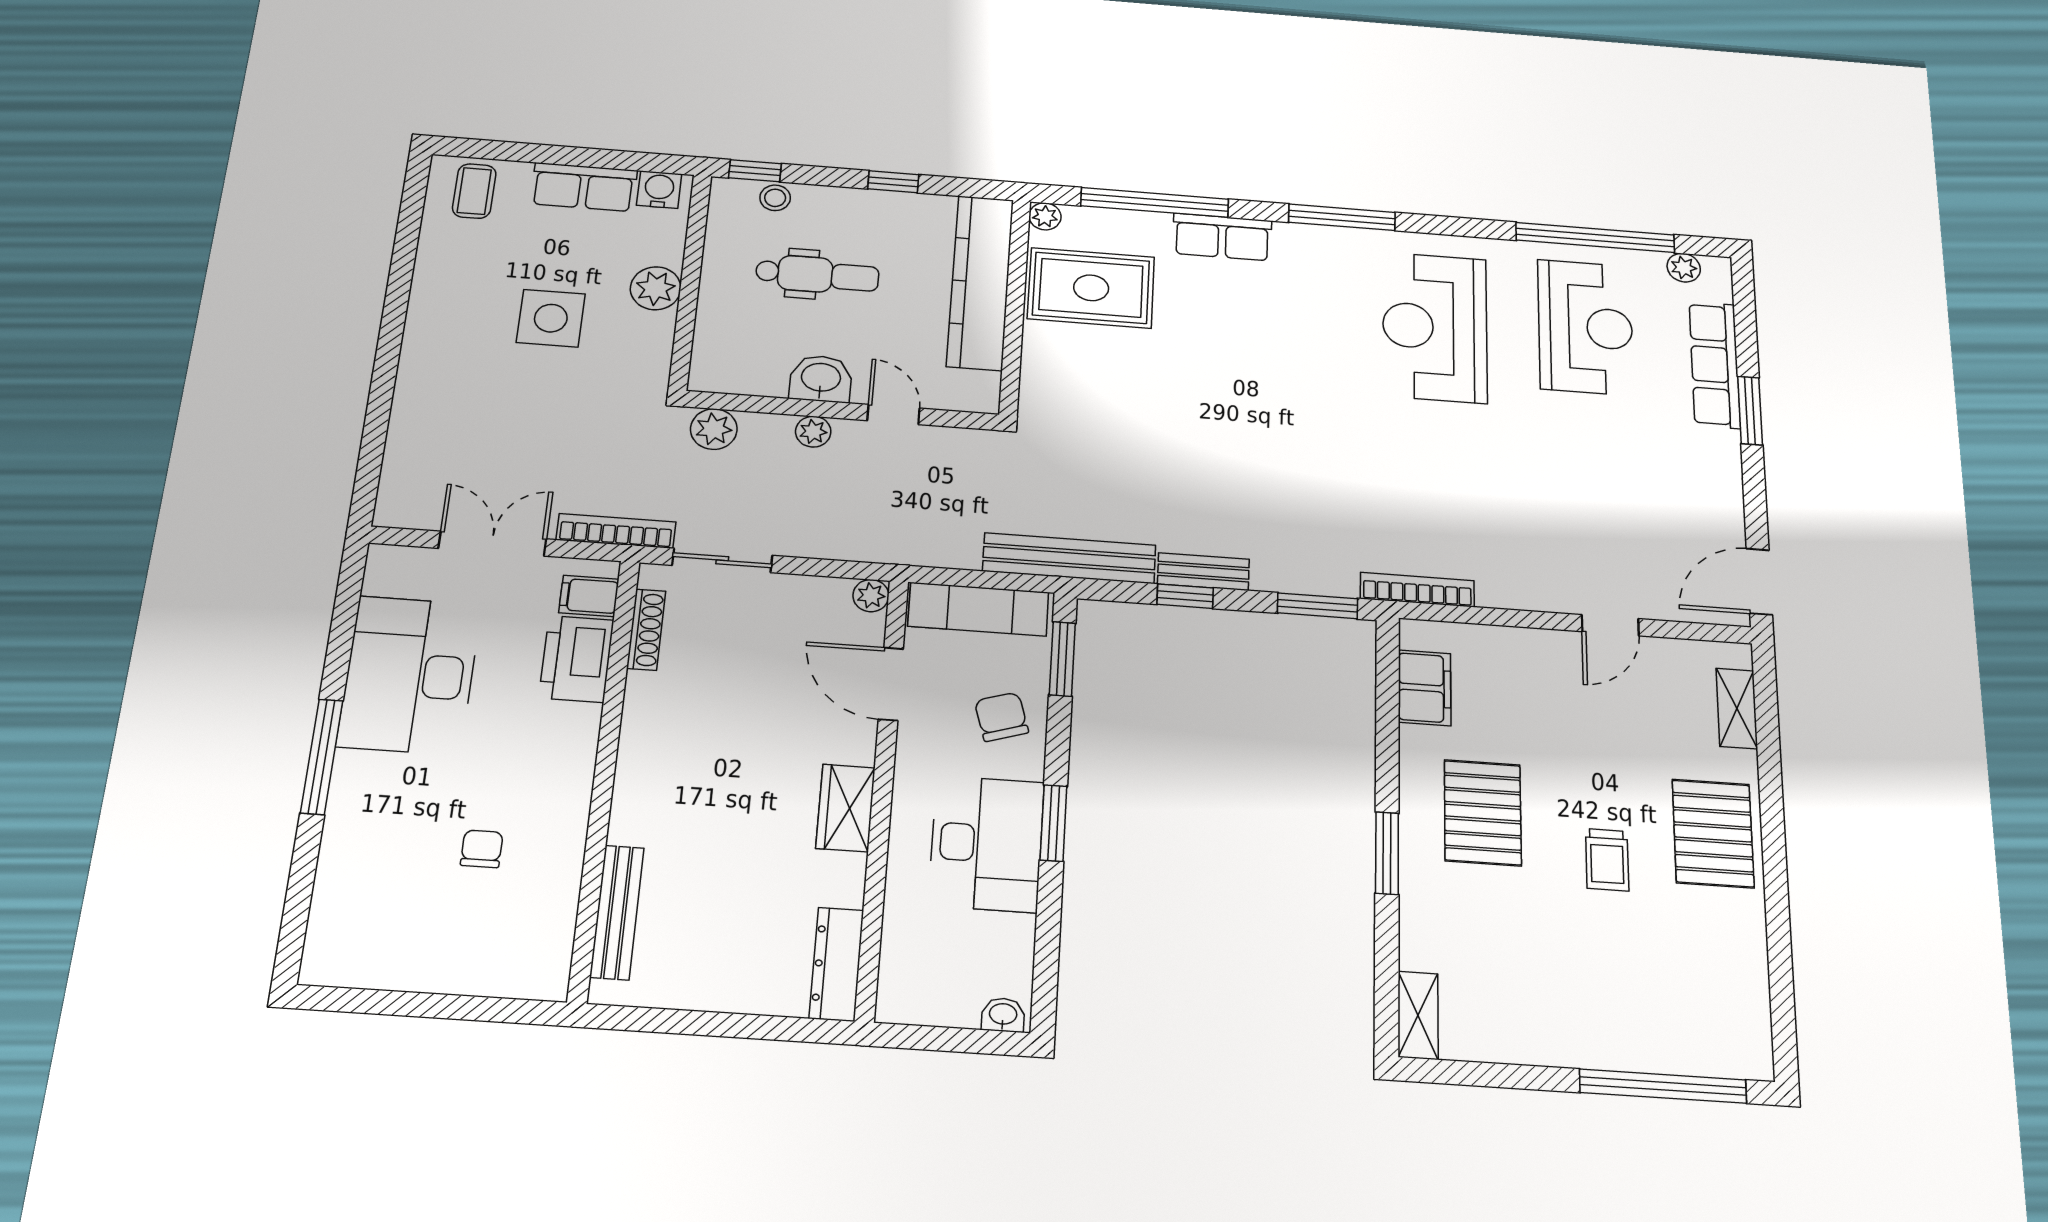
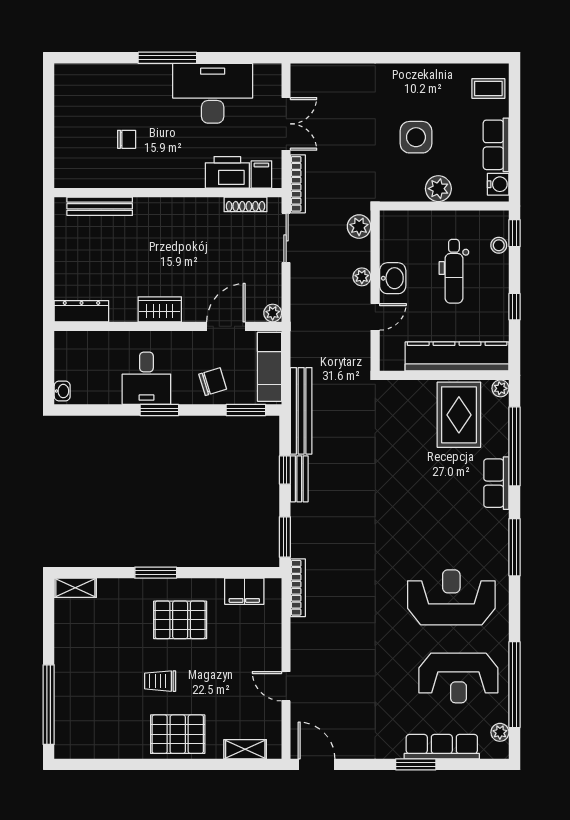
desk: (986, 844) -> (146, 378), width x0.73

